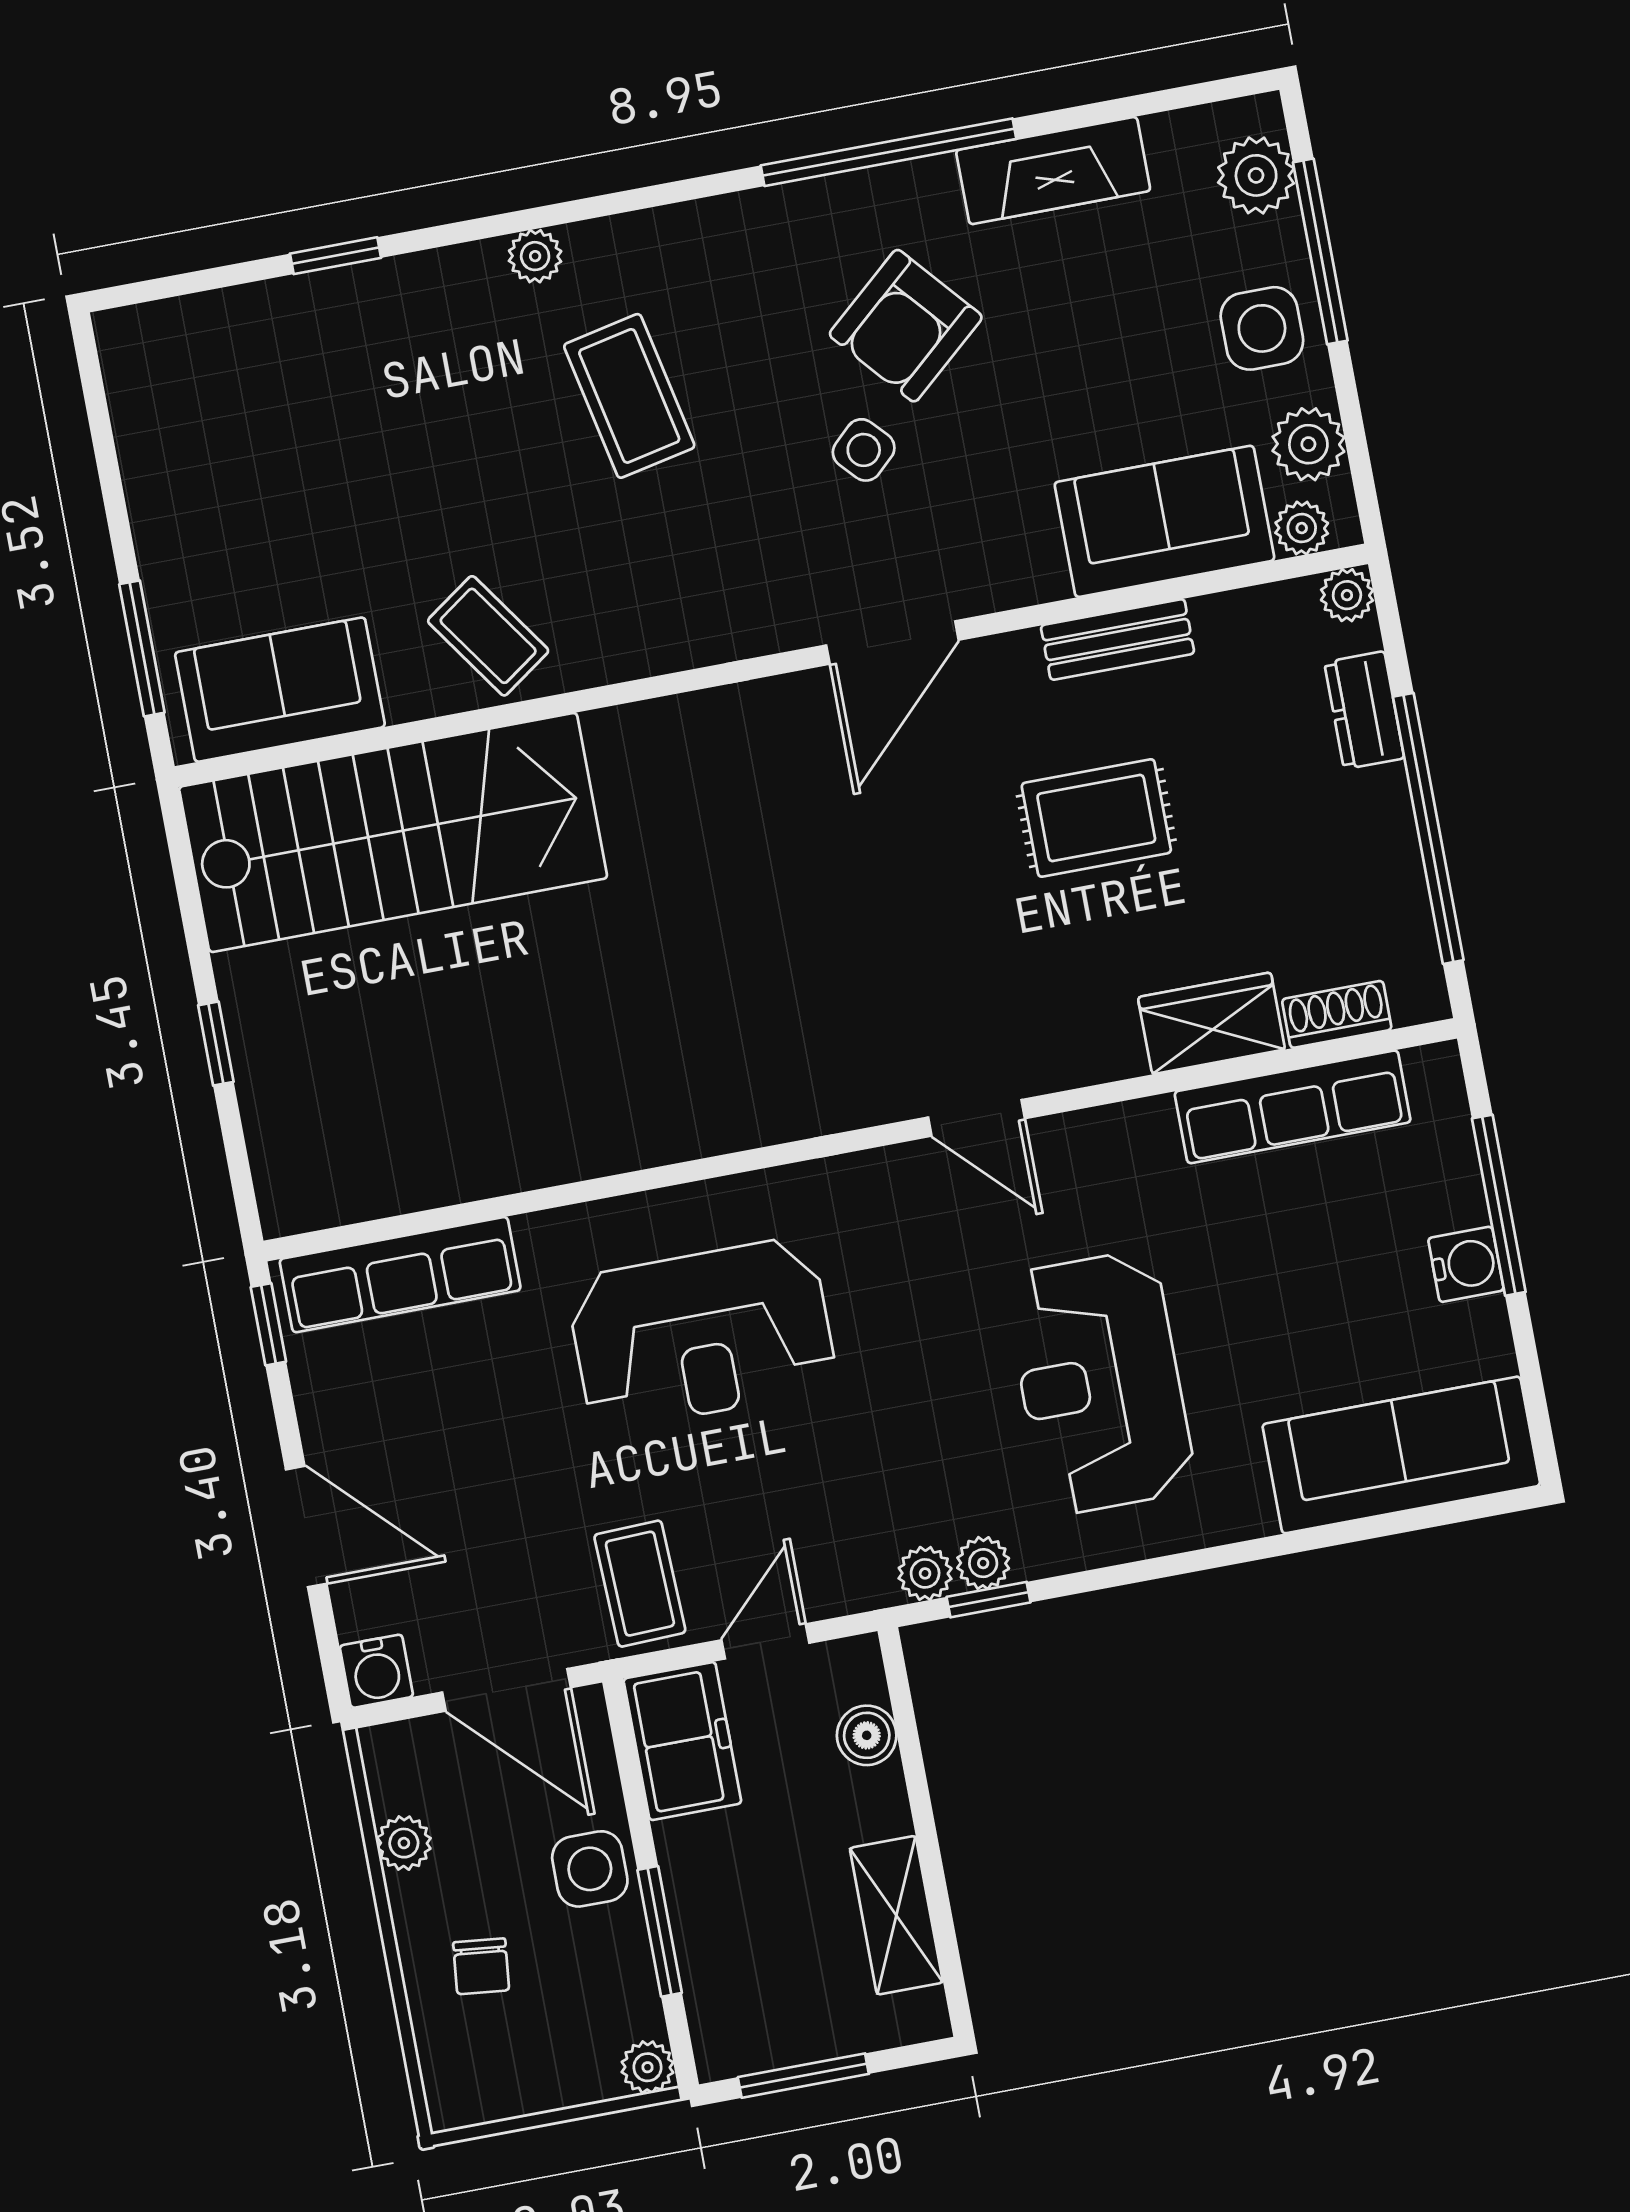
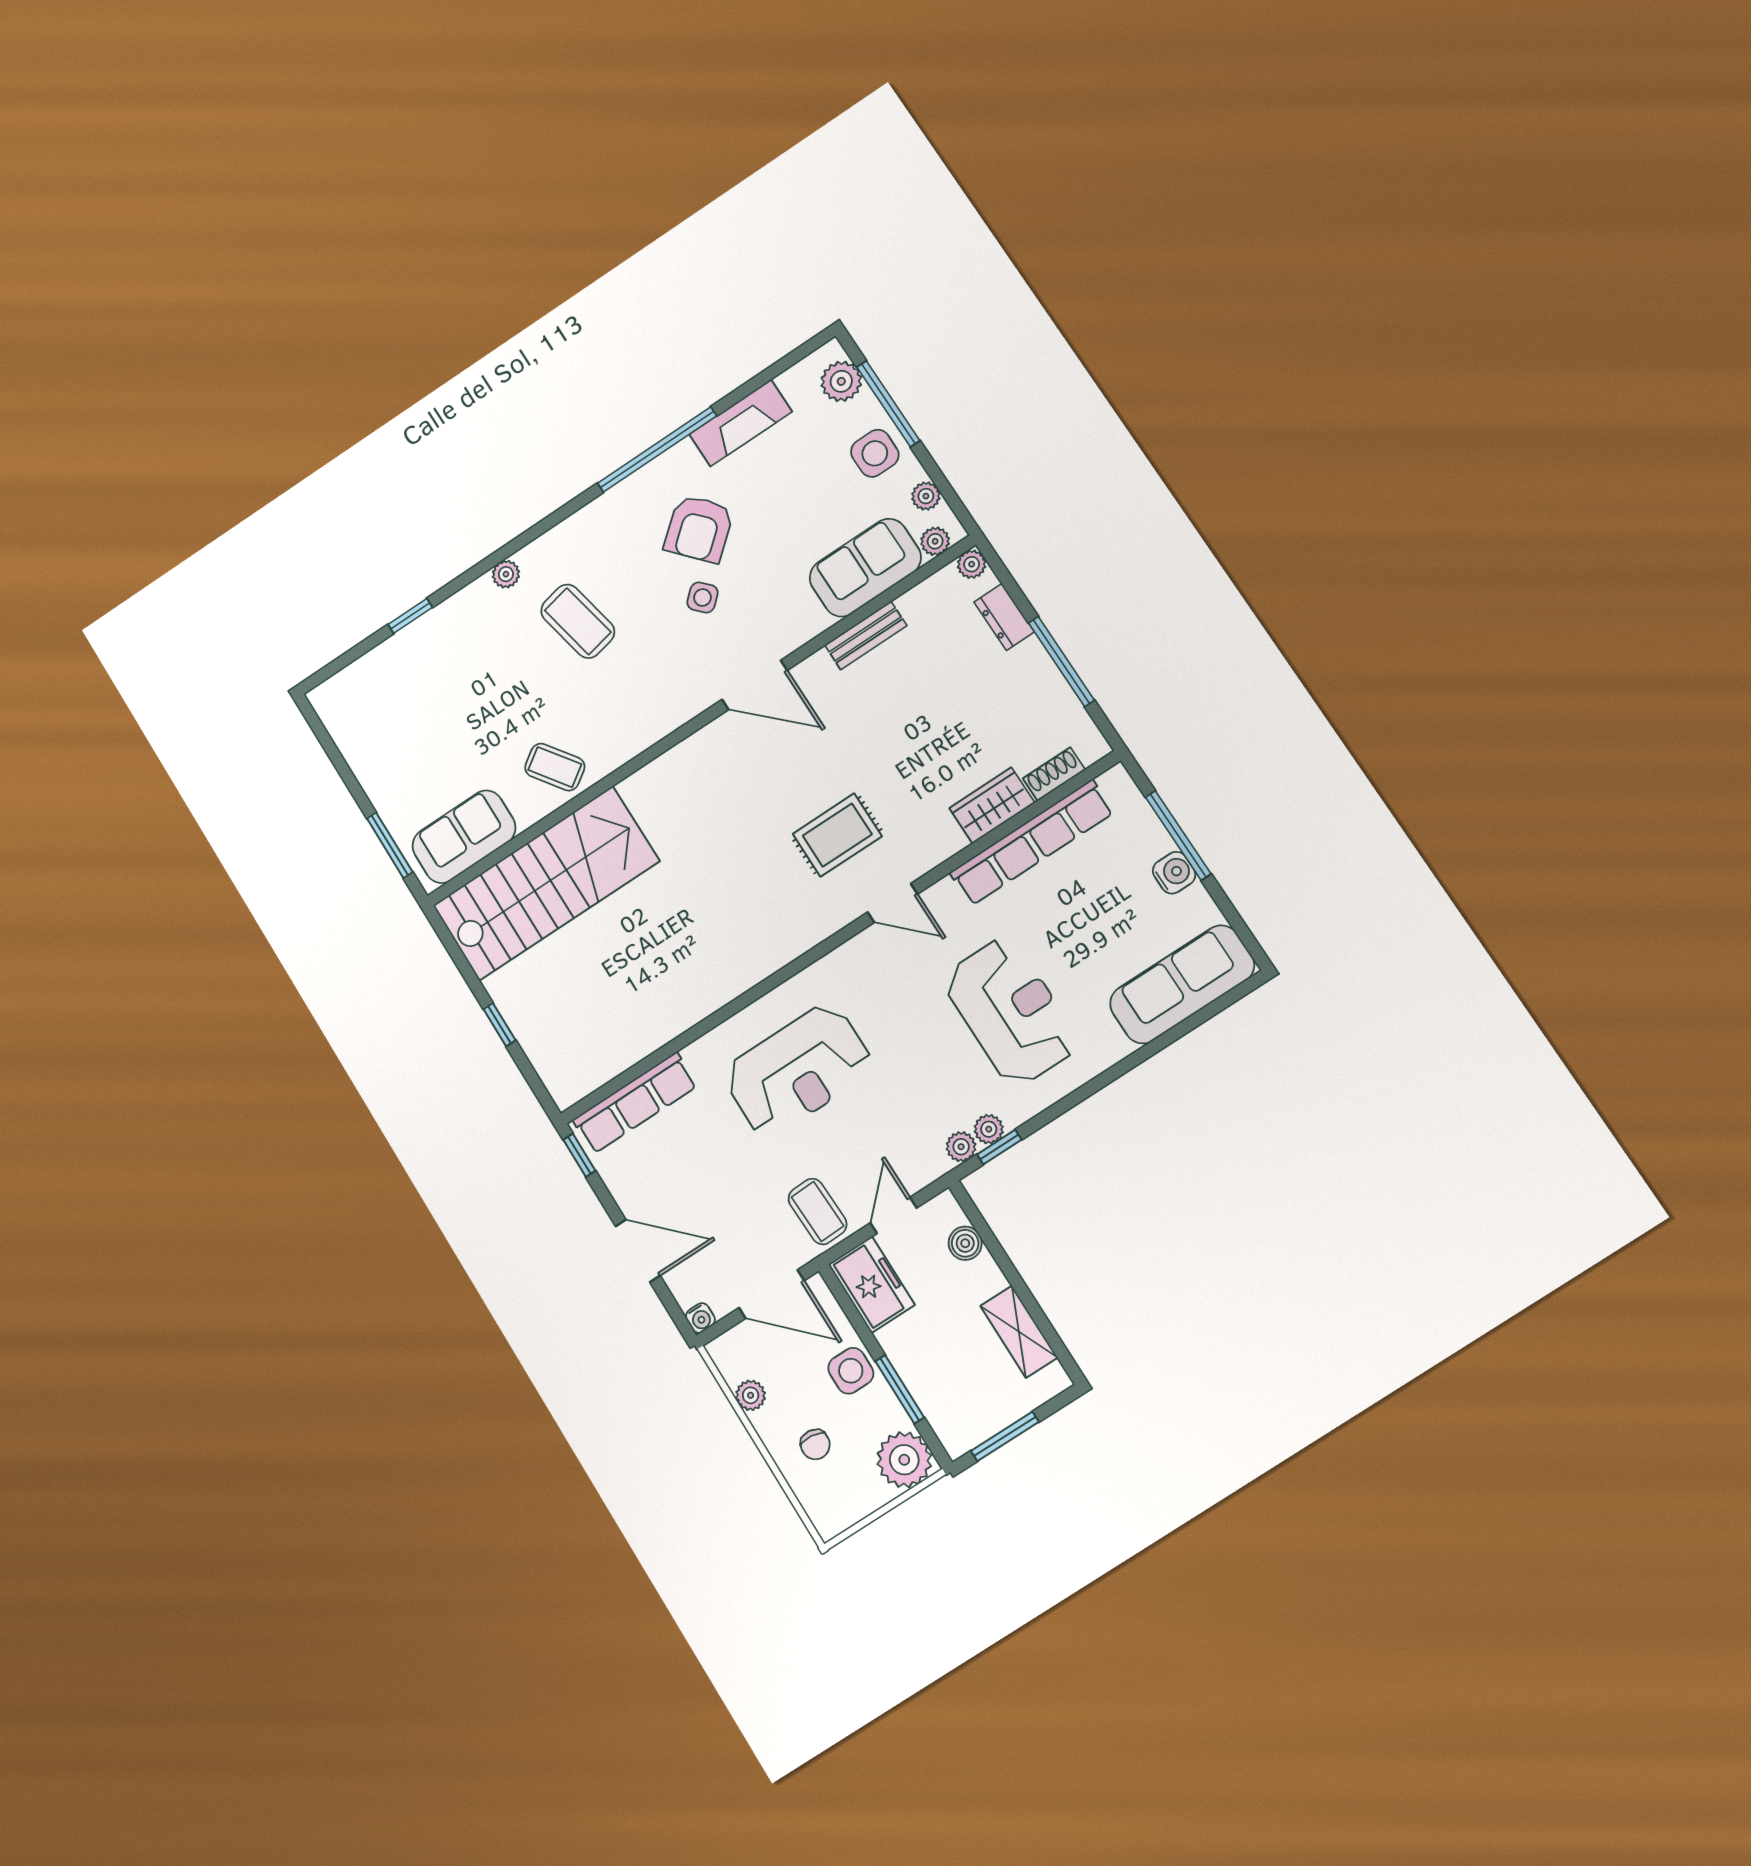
plant: (1308, 444) -> (926, 496), width x0.73, depth x0.73
door: (892, 643) -> (755, 685), hinge flipped
rug: (1096, 818) -> (837, 835), moved
window: (1428, 828) -> (1061, 661), width x0.68
row of seats: (1293, 1107) -> (1032, 843), width x1.36
reception desk: (1100, 1383) -> (1011, 1012), turned 180
water cooler: (376, 1671) -> (700, 1318), width x0.72, depth x0.72
plant: (647, 2067) -> (904, 1460), width x1.88, depth x1.88

